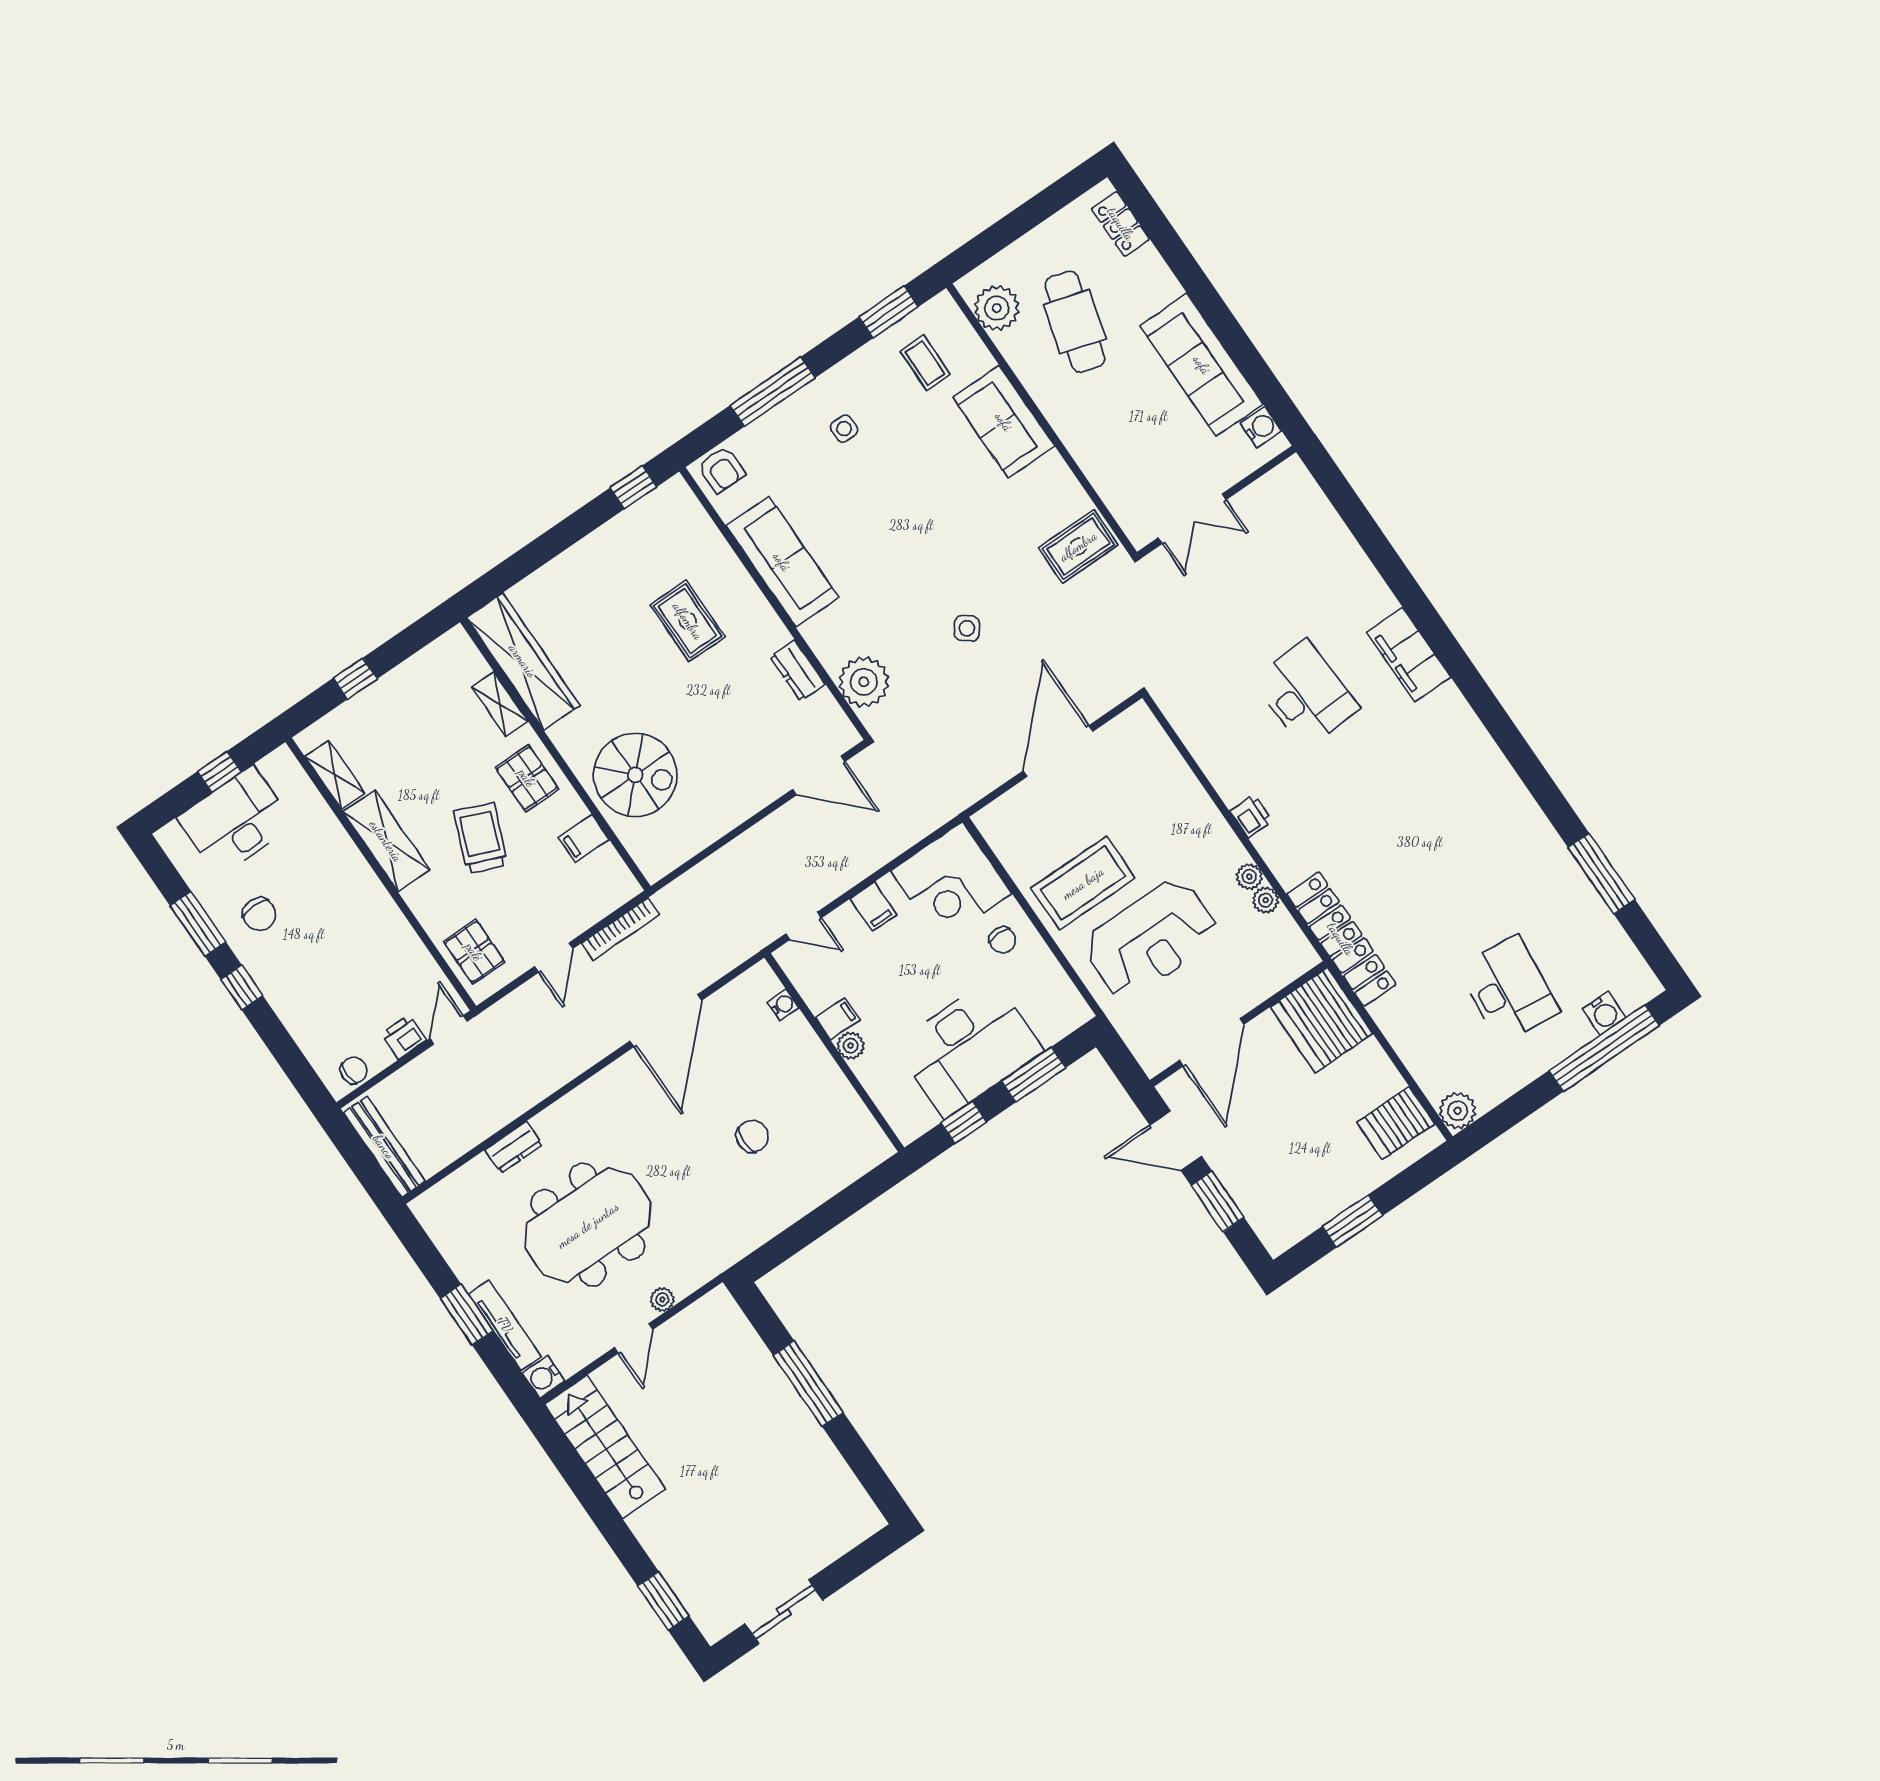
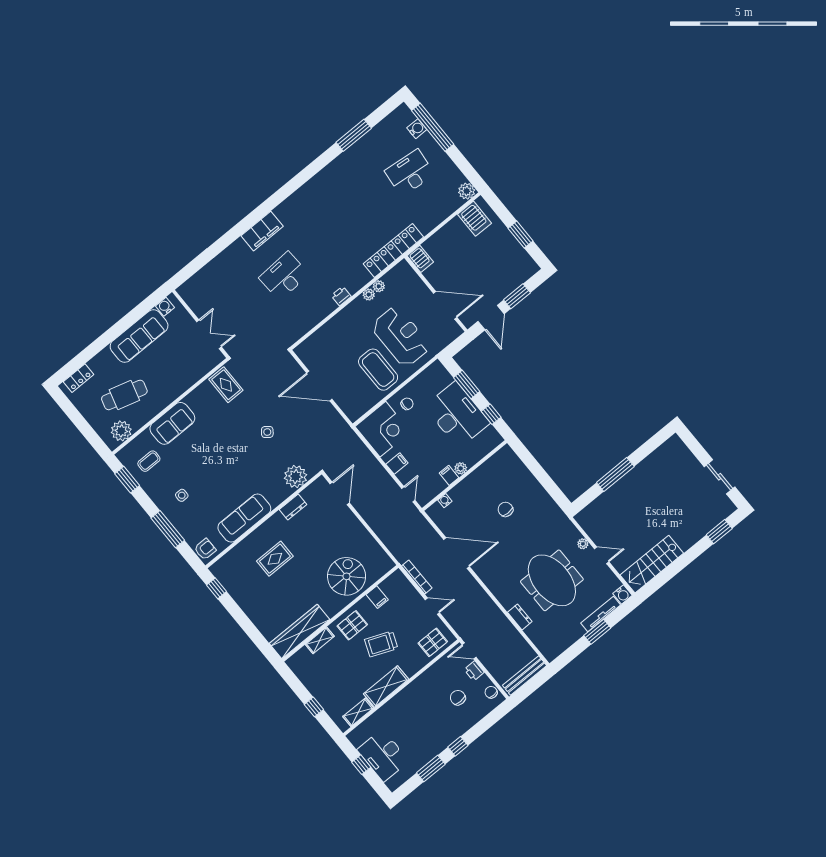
chair: (259, 914) -> (458, 698), moved, turned -90
server rack: (1321, 1020) -> (420, 259), width x0.46, depth x0.70

